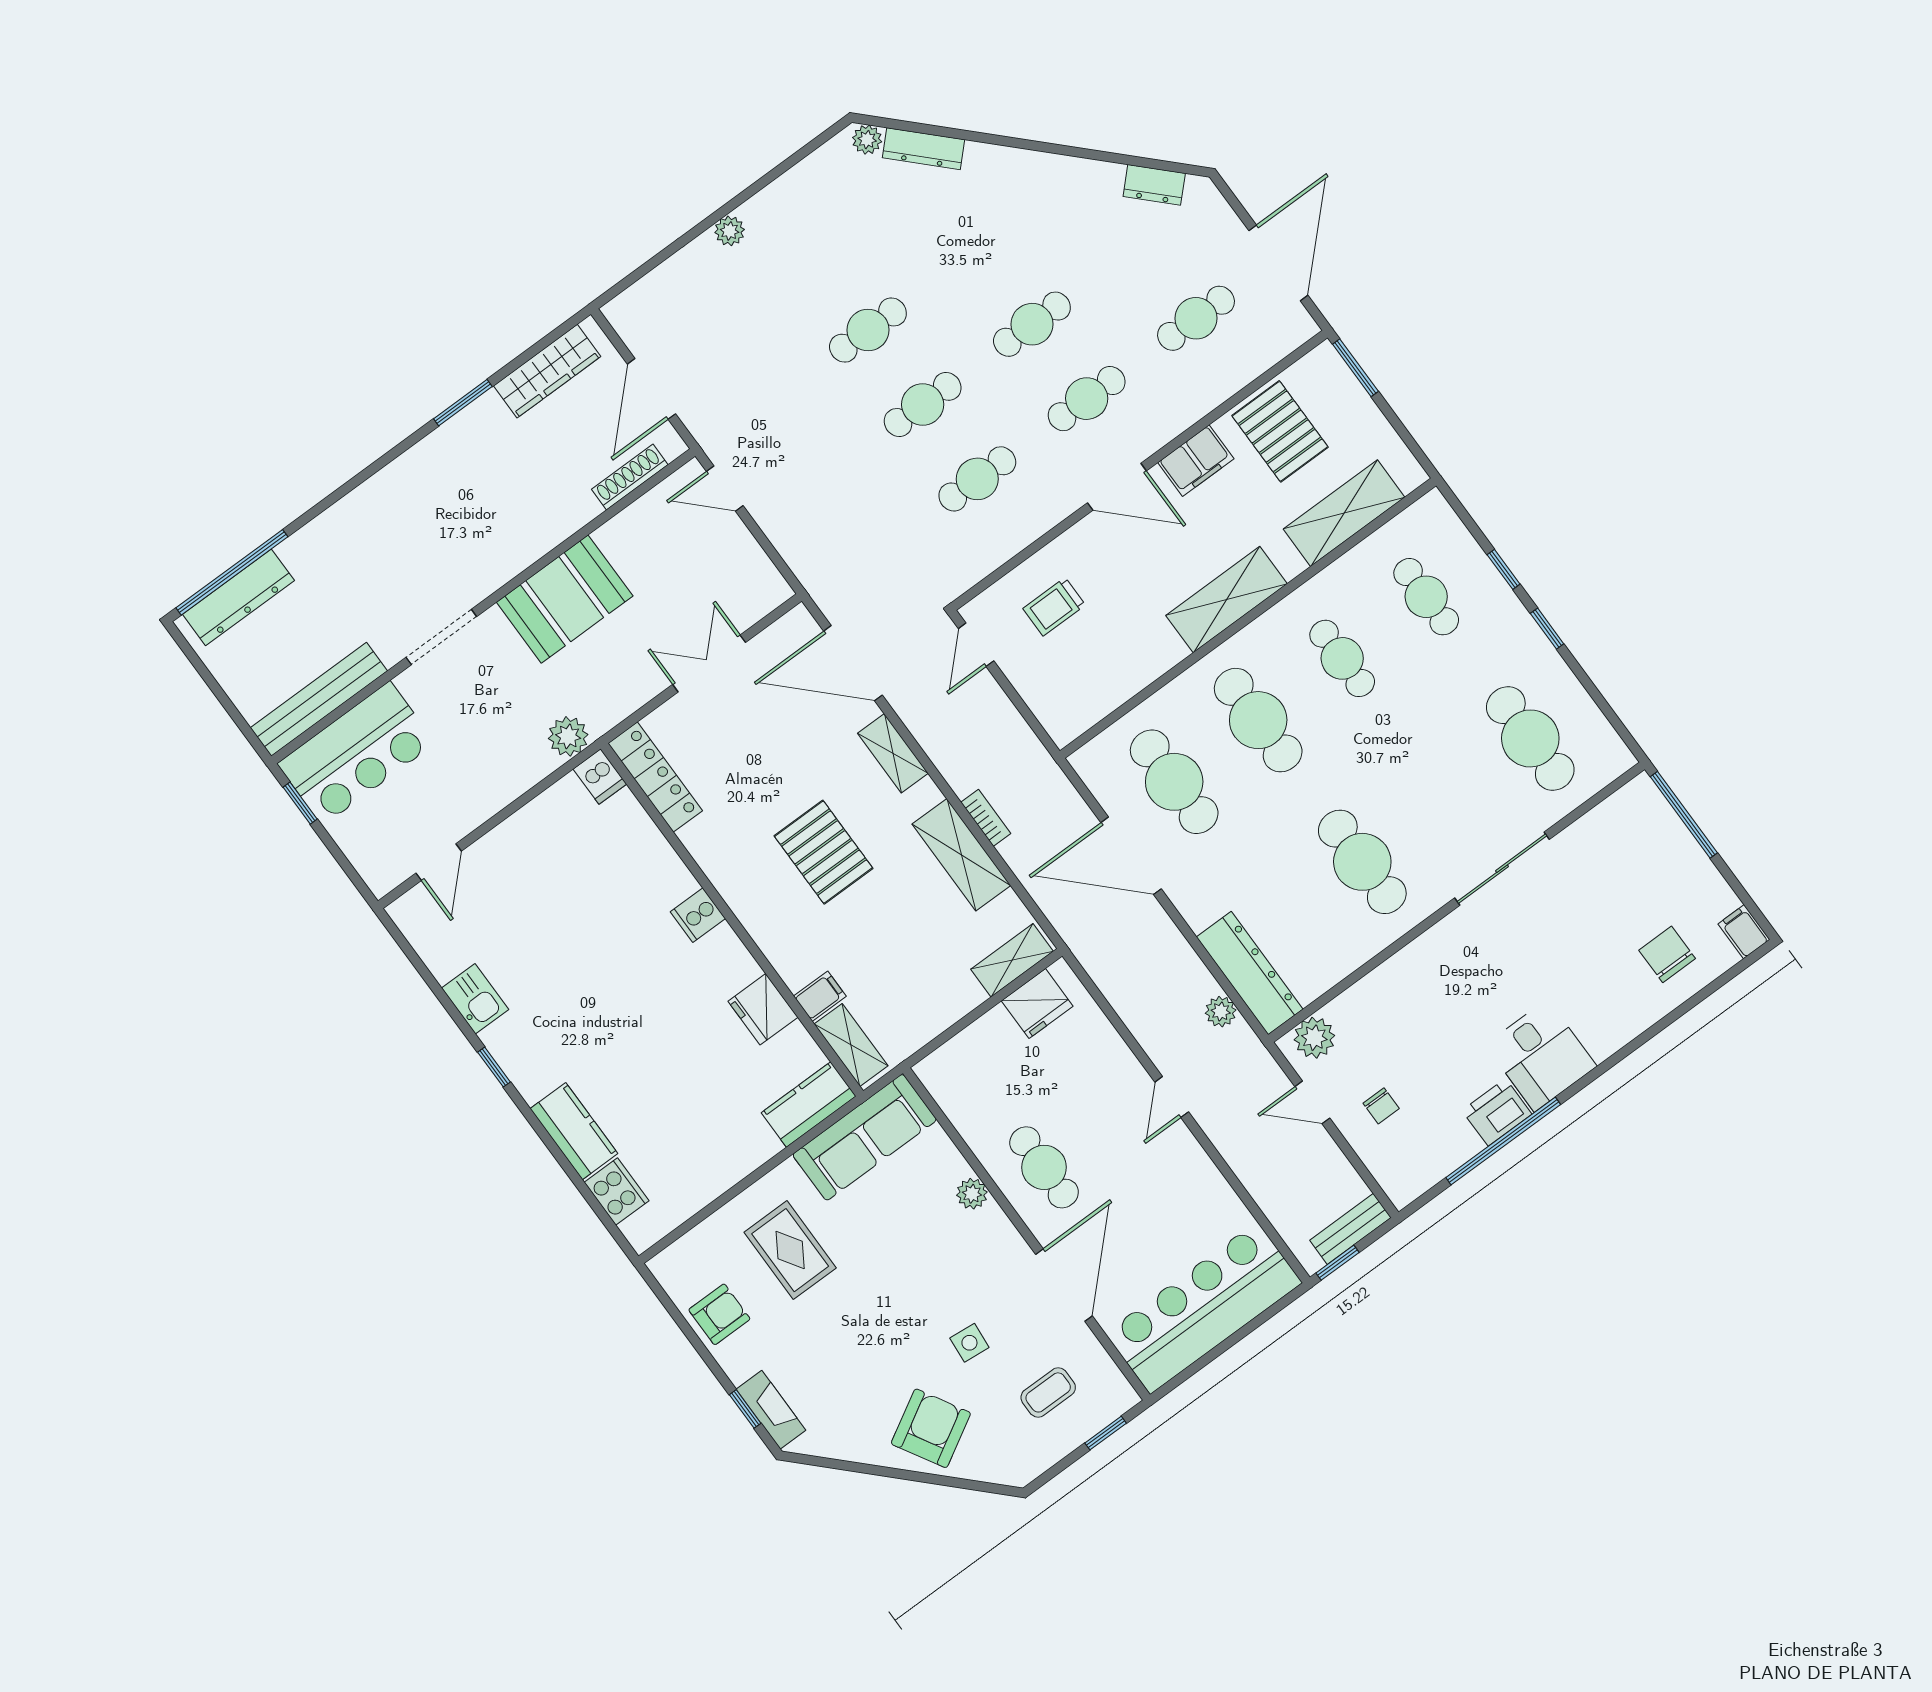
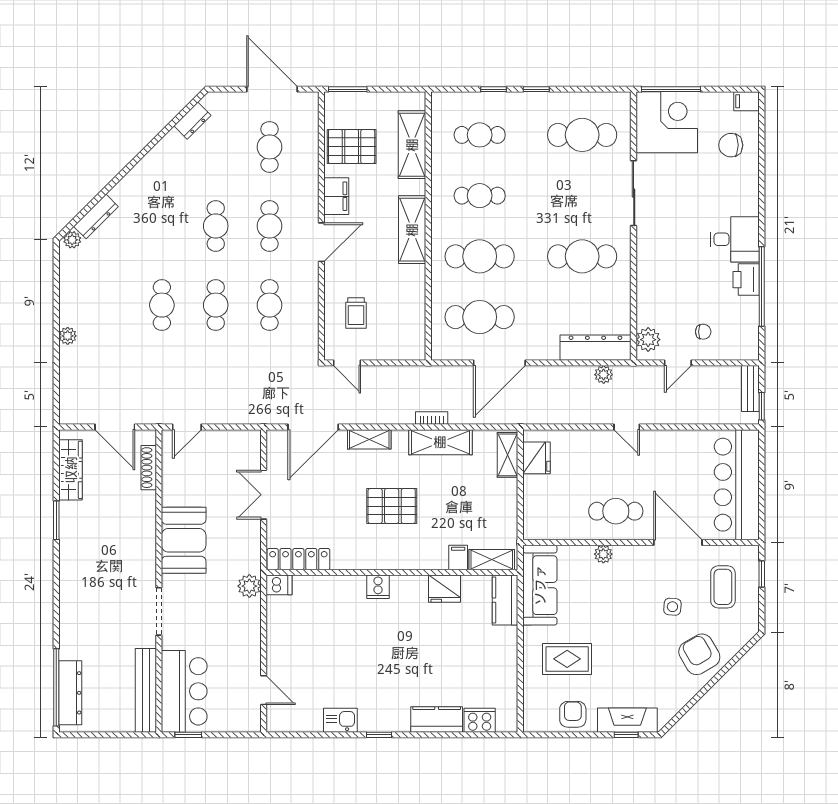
corner desk: (1634, 843) -> (667, 122), added
coffee table: (1048, 1392) -> (723, 587), width x1.36, depth x1.30
fireplace: (771, 1410) -> (627, 720), width x1.37, depth x1.32

